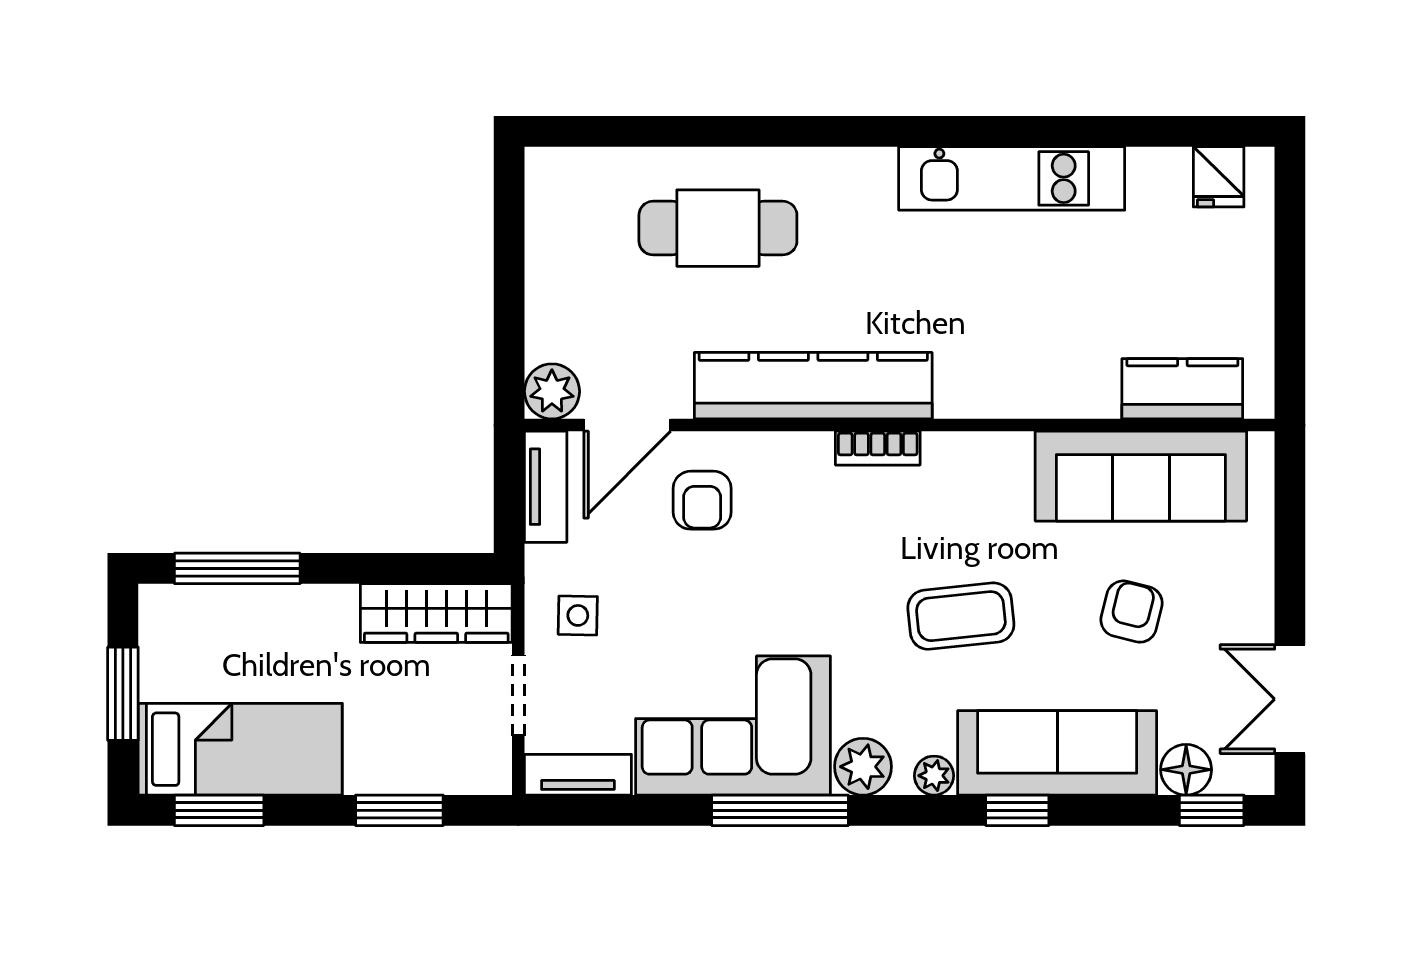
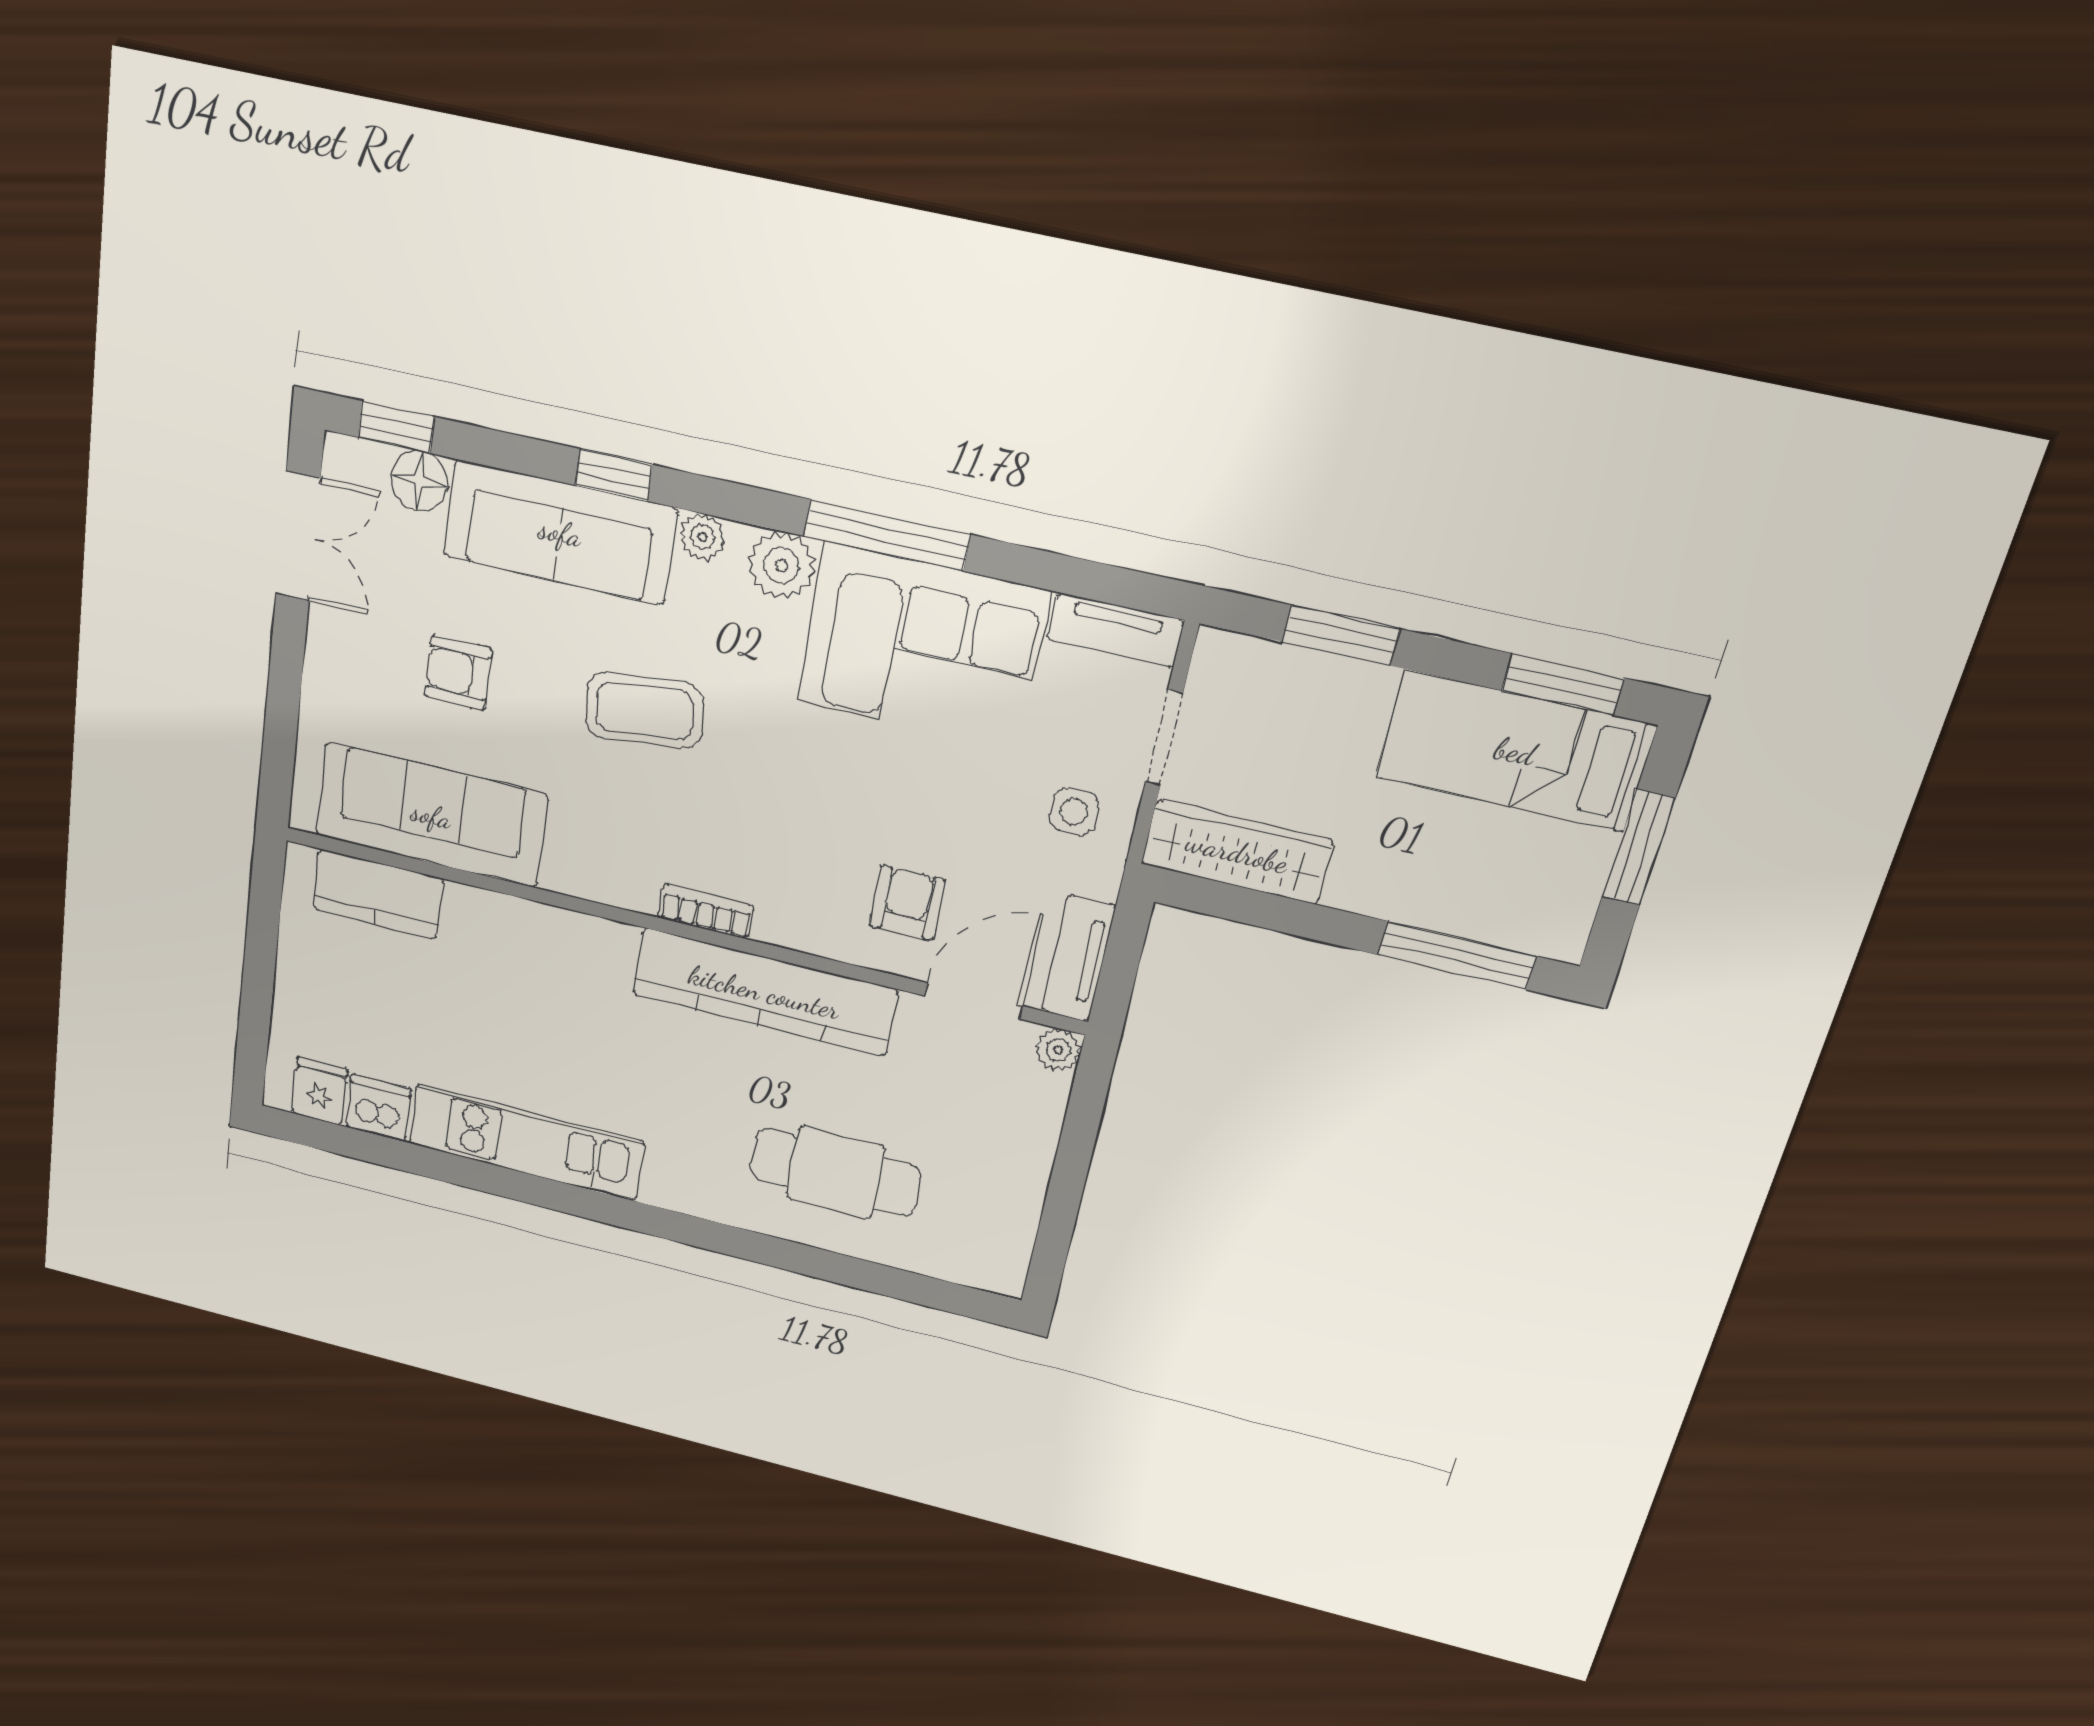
dishwasher: (1159, 175) -> (378, 1108), added
plant: (552, 391) -> (1058, 1050), width x0.73, depth x0.73
armchair: (1132, 612) -> (458, 673), turned 76

